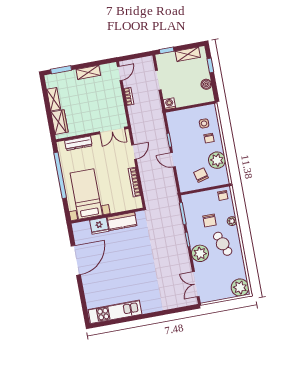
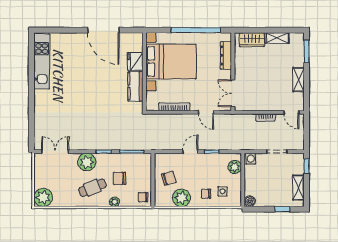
boiler: (206, 84) -> (250, 201), moved
plant: (180, 116) -> (235, 167), added
bed with nightstands: (86, 194) -> (171, 62), width x1.36

